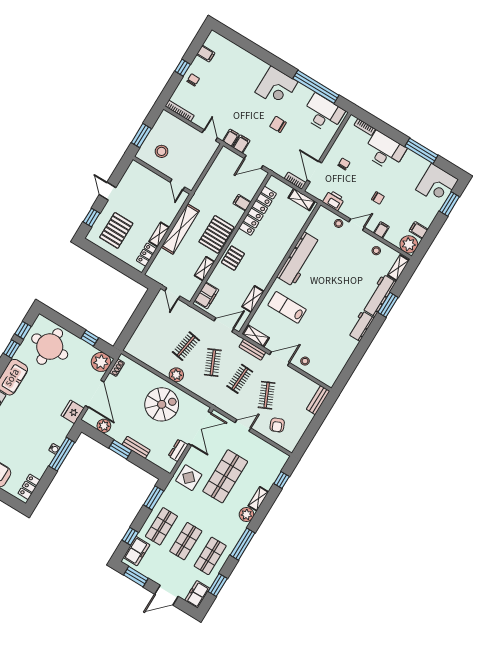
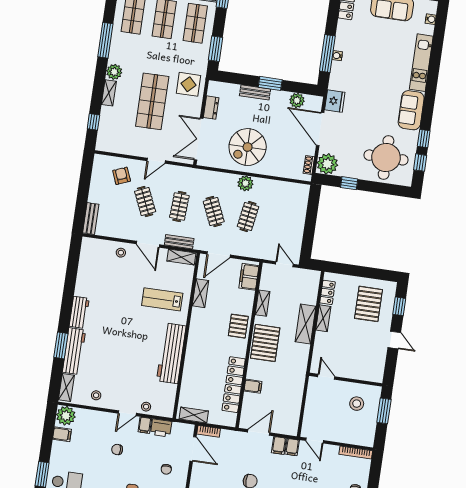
shelving: (180, 229) -> (306, 324), width x0.68
filing cabinet: (381, 230) -> (145, 425), moved
lab bench: (287, 307) -> (162, 299), turned 180
door: (279, 359) -> (148, 244), hinge flipped

